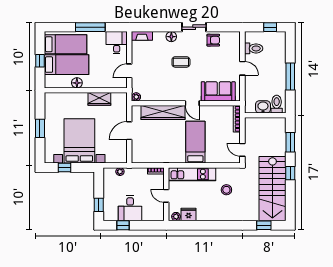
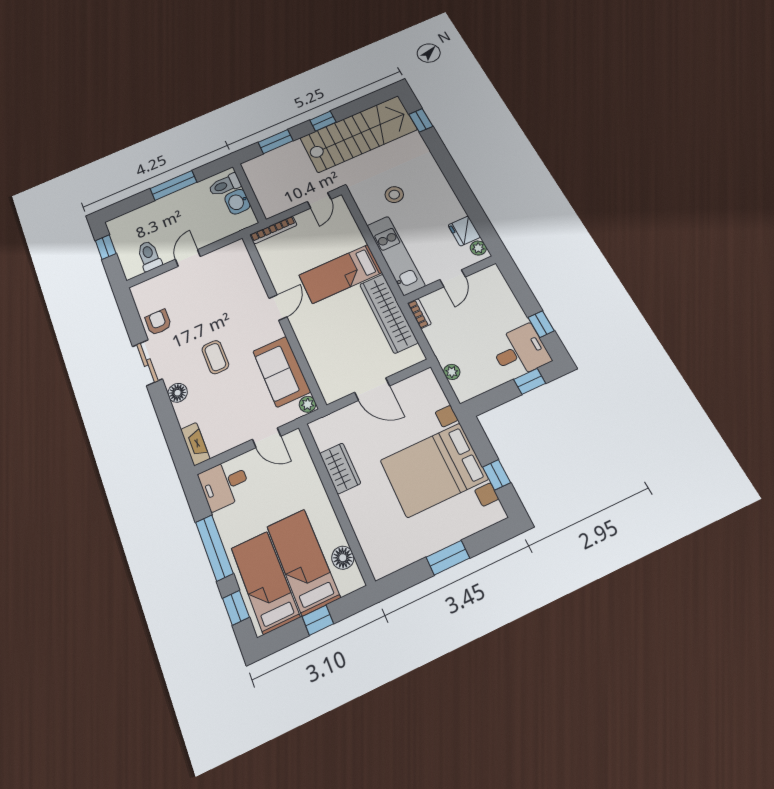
window: (61, 27) -> (236, 608), added
floor lamp: (77, 83) -> (343, 558), moved
sofa: (218, 91) -> (282, 371), moved
wardrobe: (163, 113) -> (389, 313), moved, turned 180
desk: (130, 208) -> (520, 351), moved

